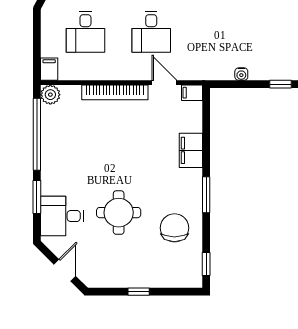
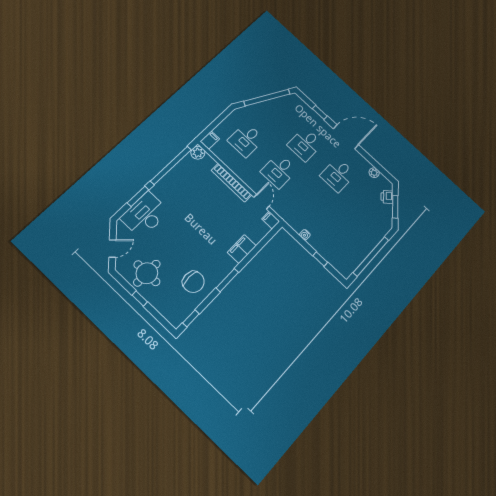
round table: (119, 213) -> (147, 273), moved
desk: (62, 216) -> (145, 215), width x1.37
chair: (174, 228) -> (193, 282), turned 90

